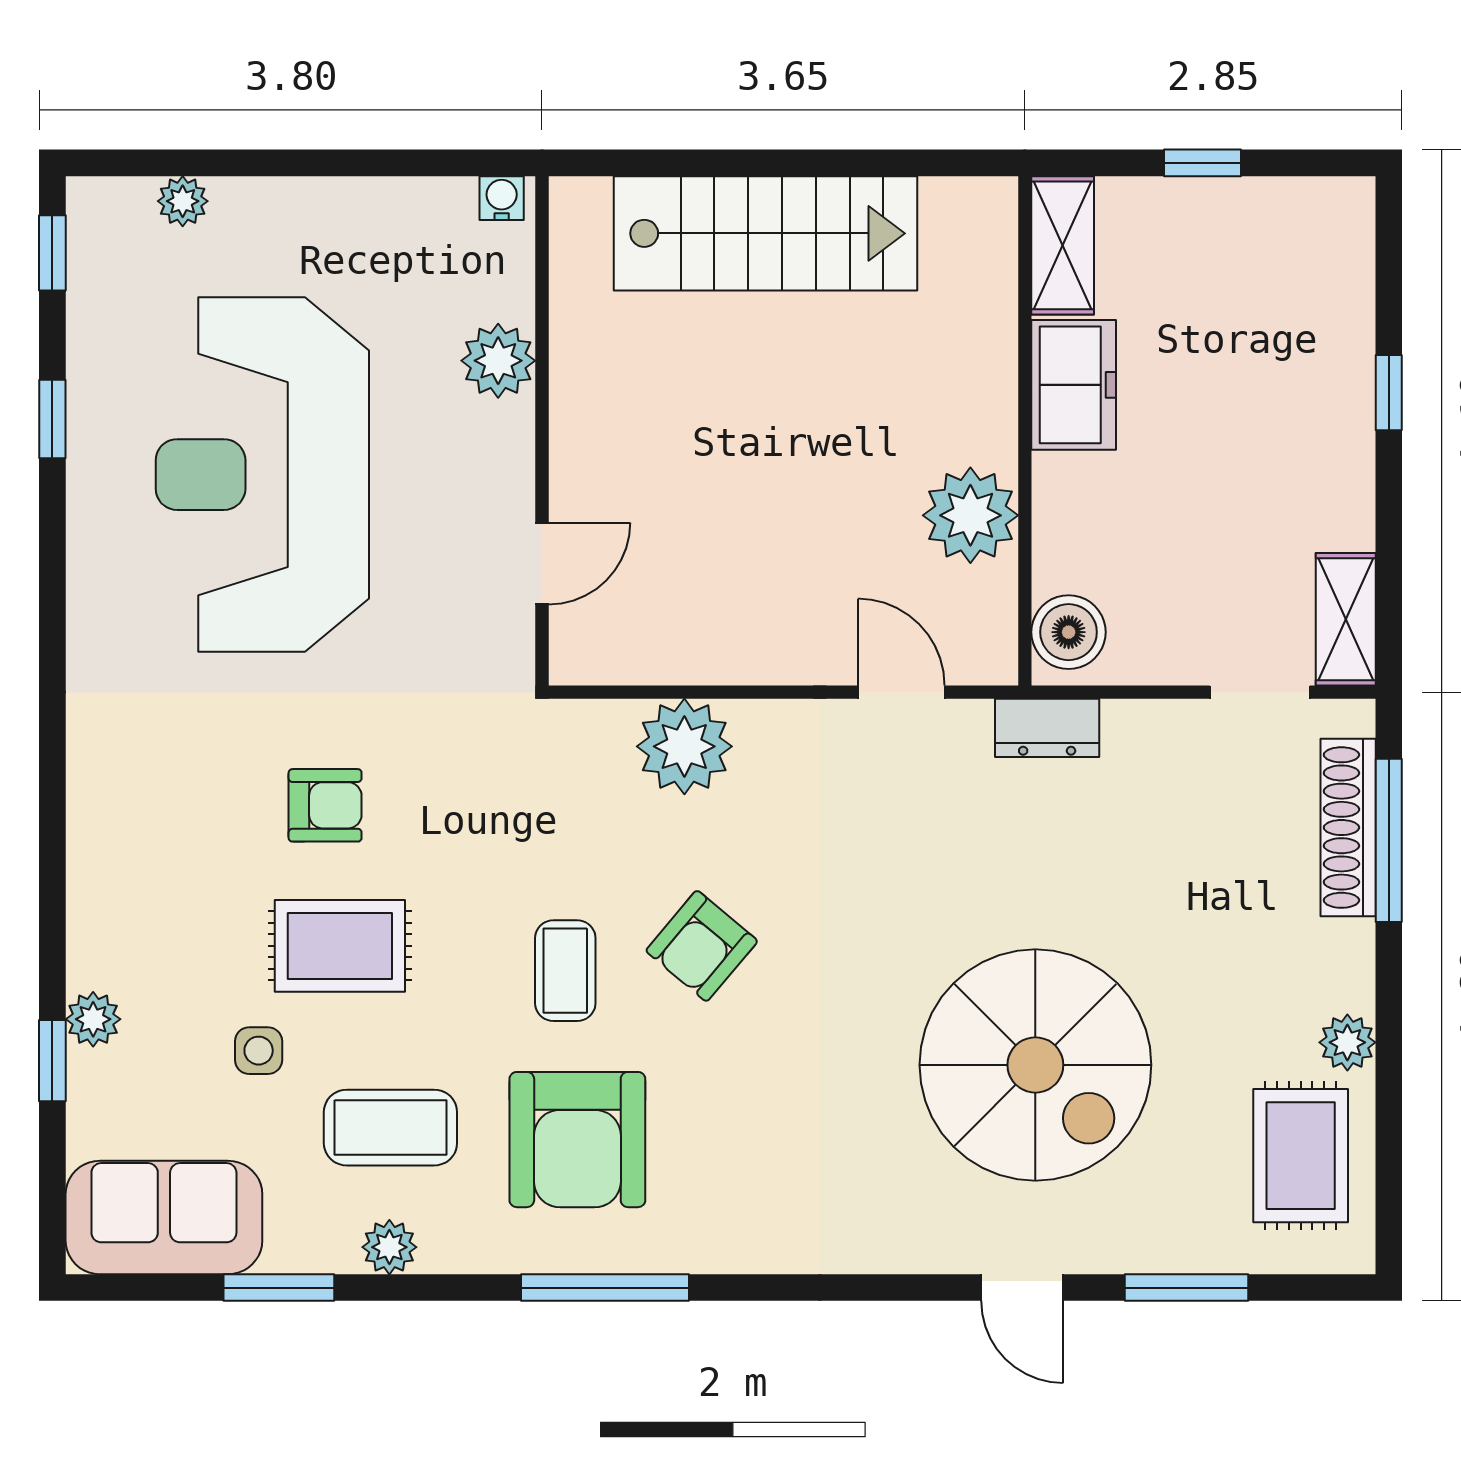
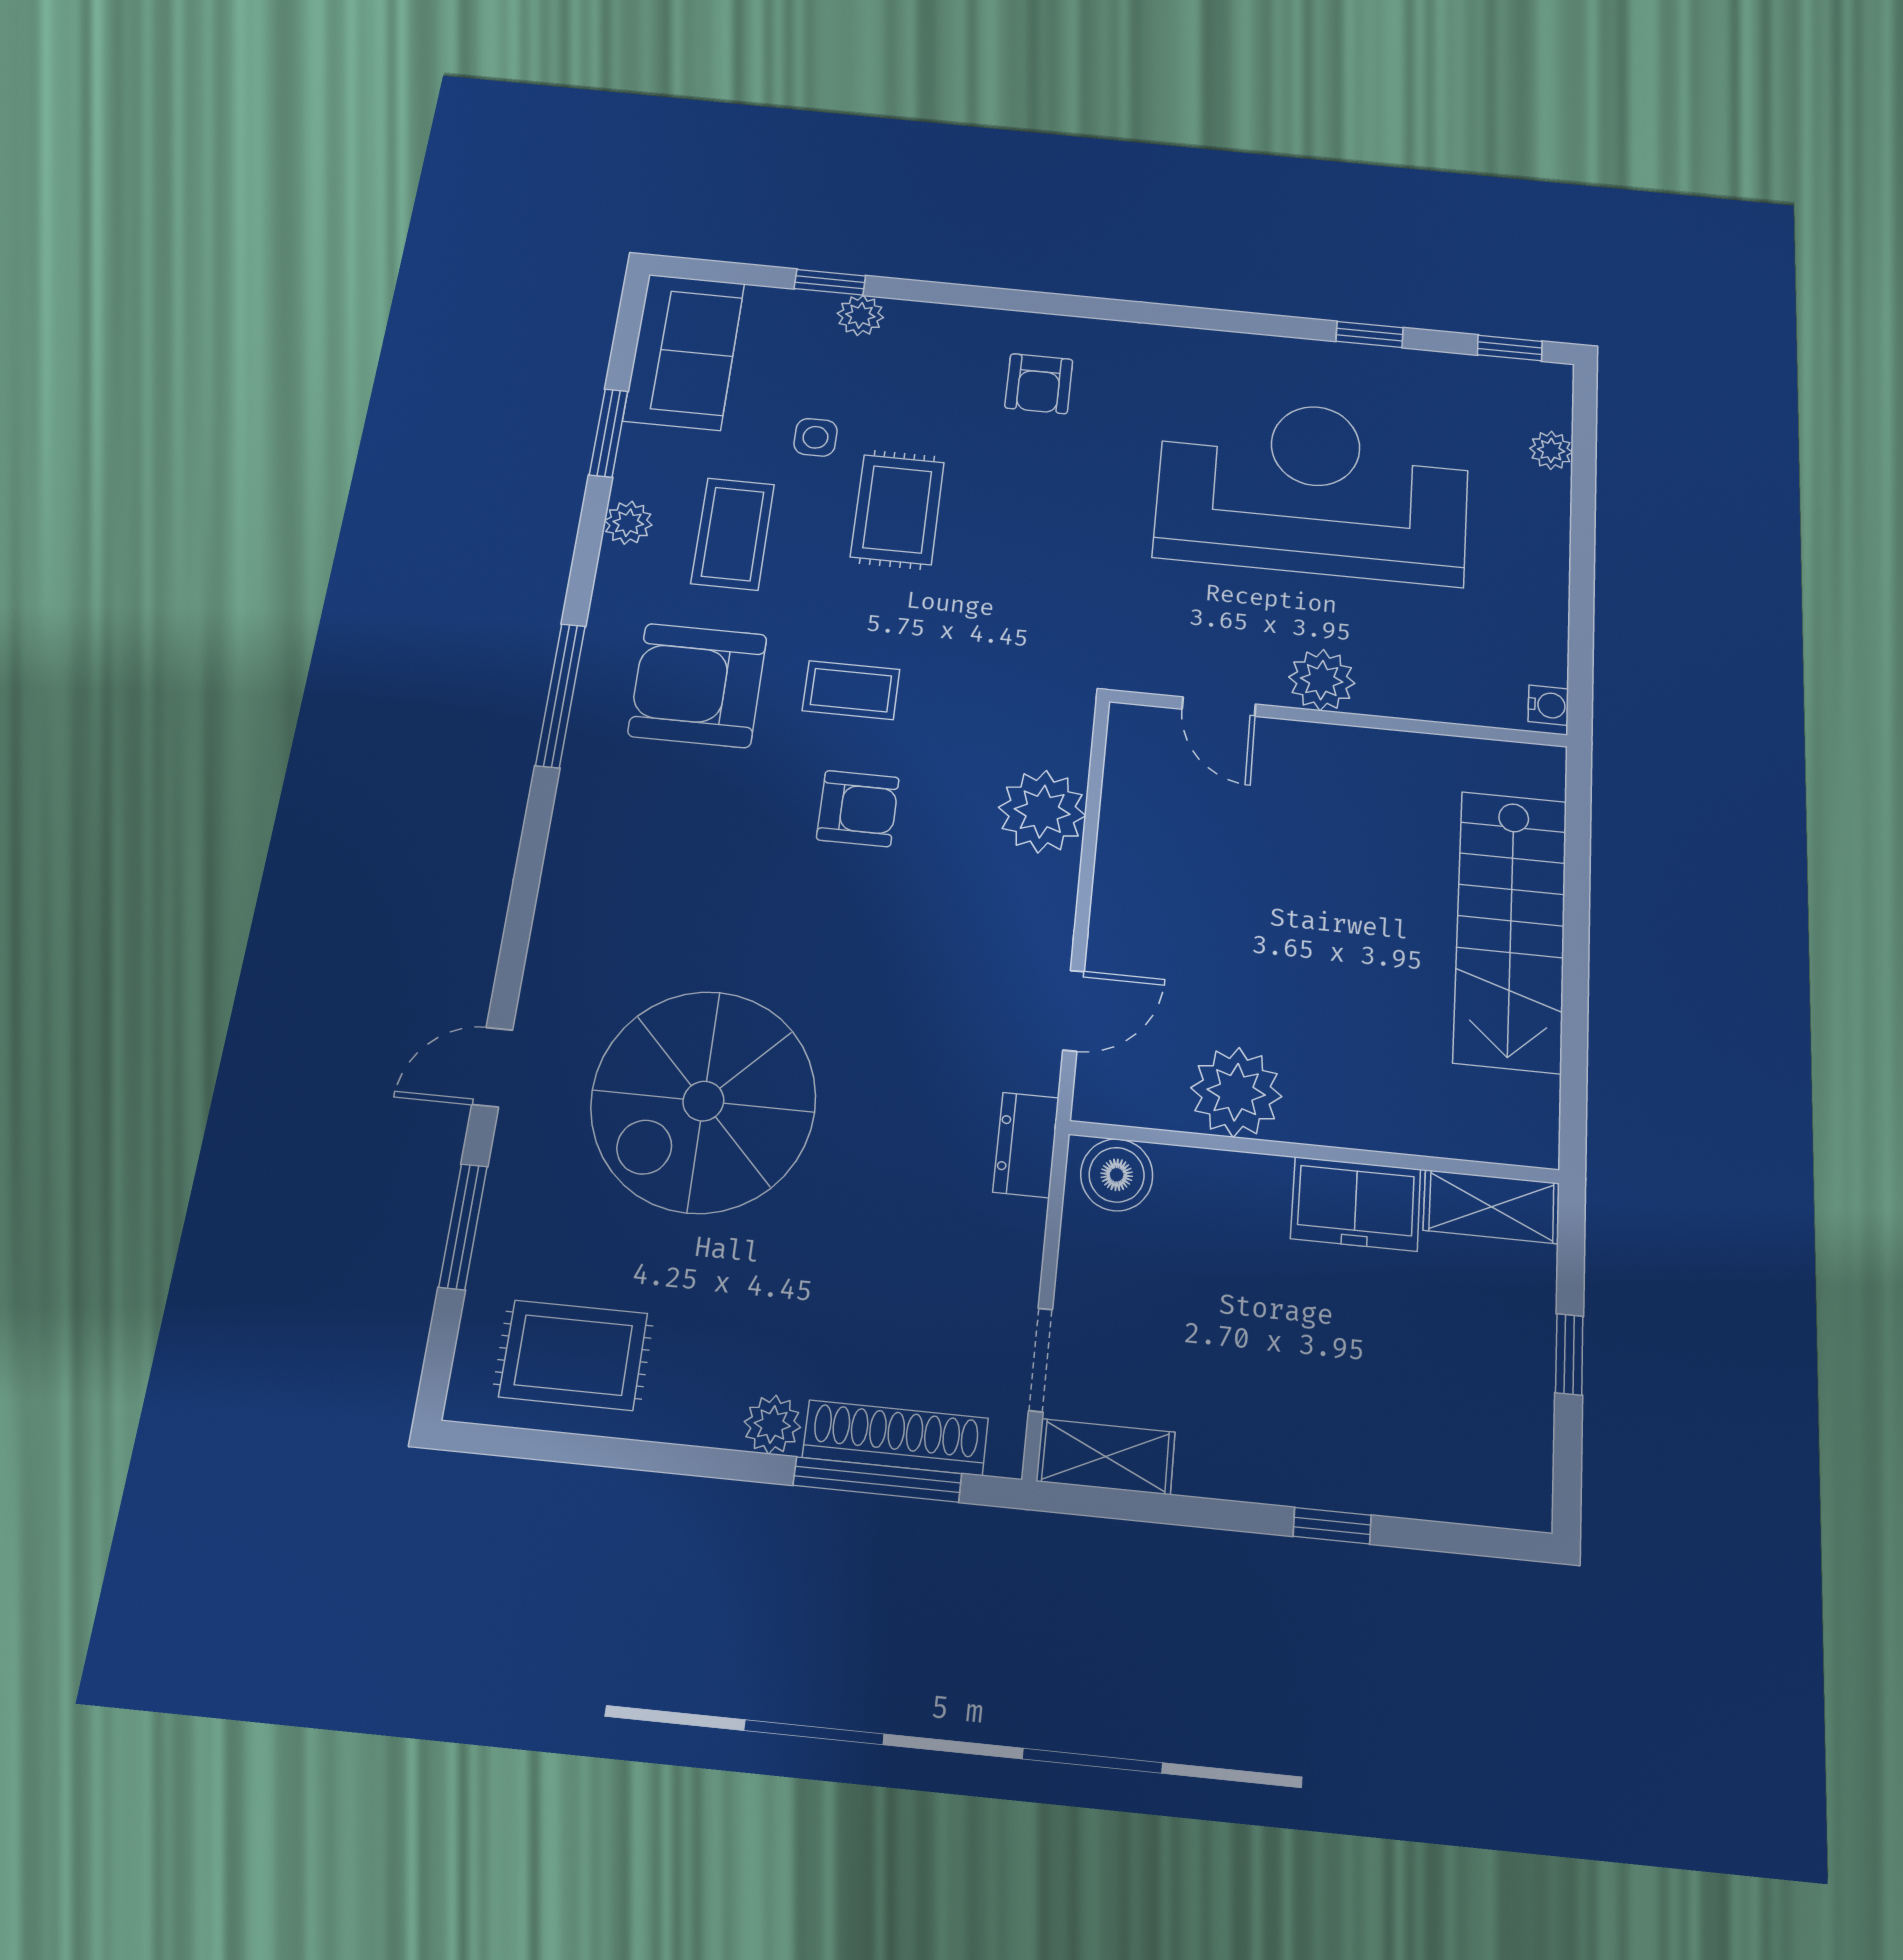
plant: (498, 361) -> (1322, 680), moved
armchair: (325, 805) -> (1039, 384), moved
armchair: (702, 946) -> (858, 809), turned 140
plant: (1347, 1042) -> (772, 1425), moved

